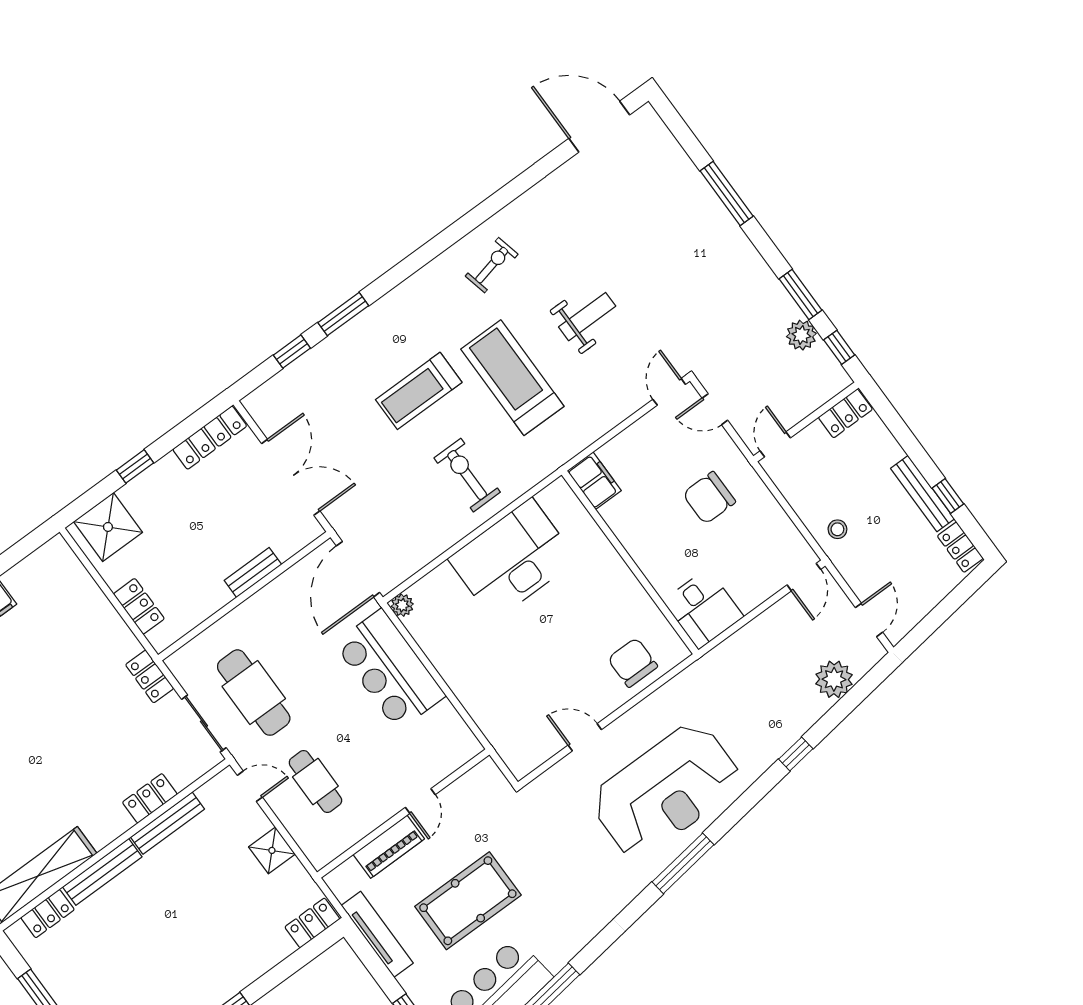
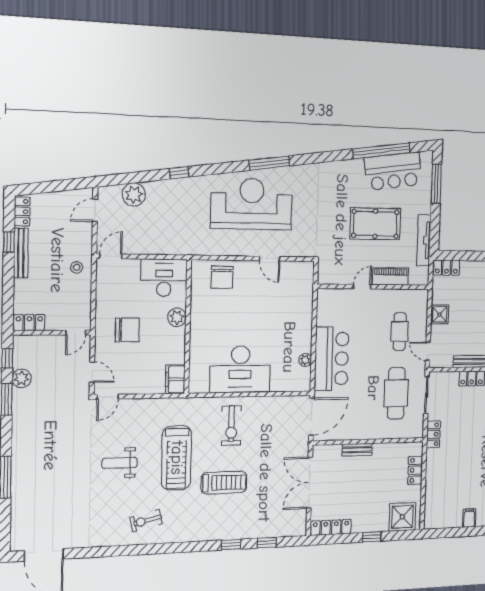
window: (343, 314) -> (231, 545), width x0.67
plant: (654, 564) -> (177, 317), added
plant: (402, 605) -> (305, 360), moved
desk: (703, 609) -> (164, 278), width x1.37

